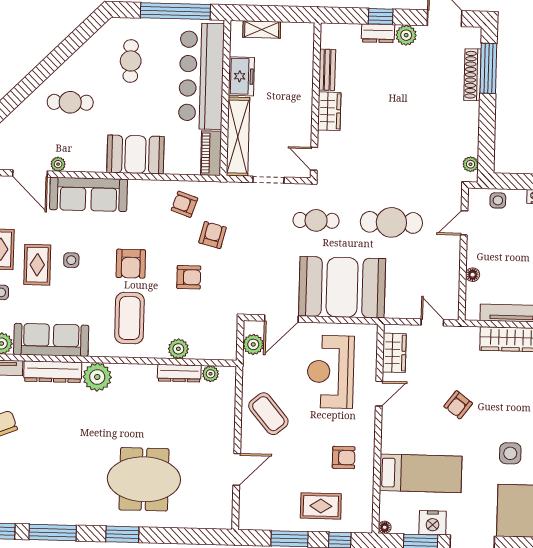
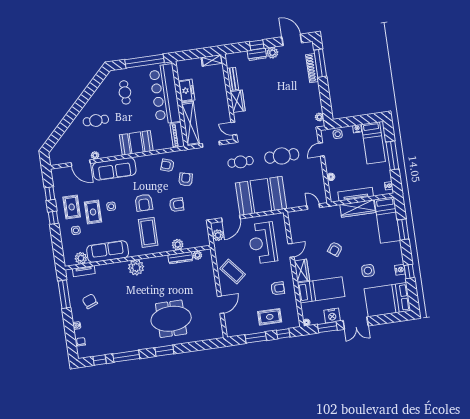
shelving: (262, 29) -> (212, 60), moved
wardrobe: (394, 353) -> (302, 271), moved
dresser: (53, 372) -> (111, 269), removed

